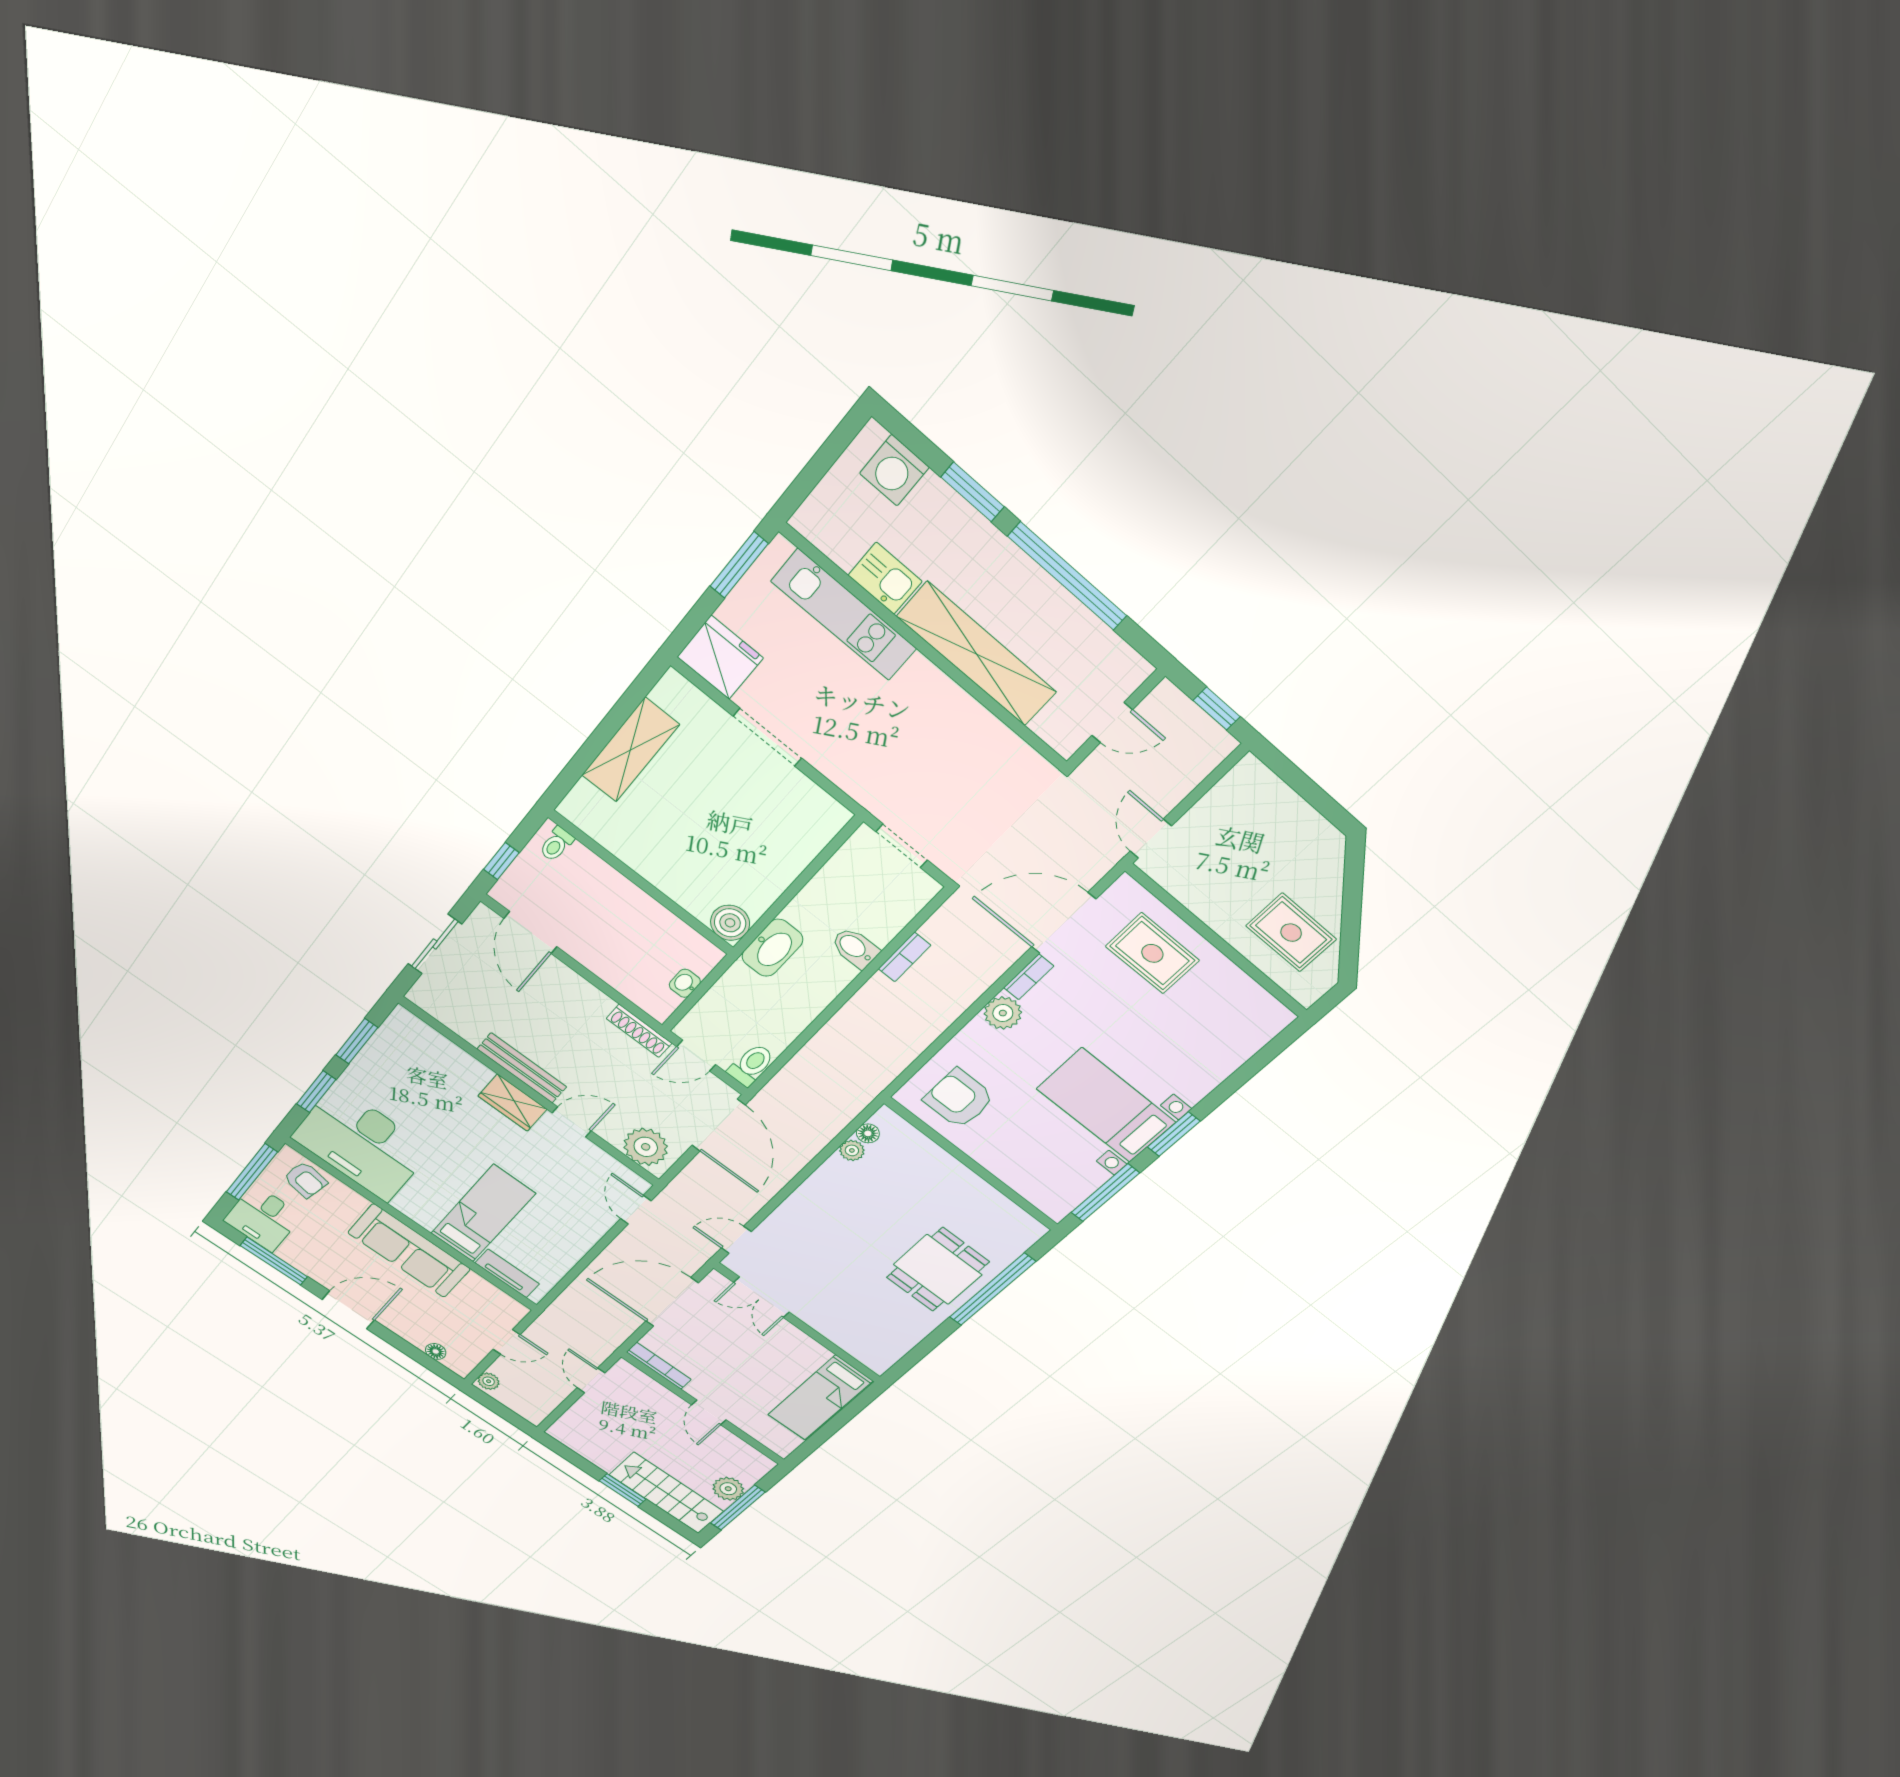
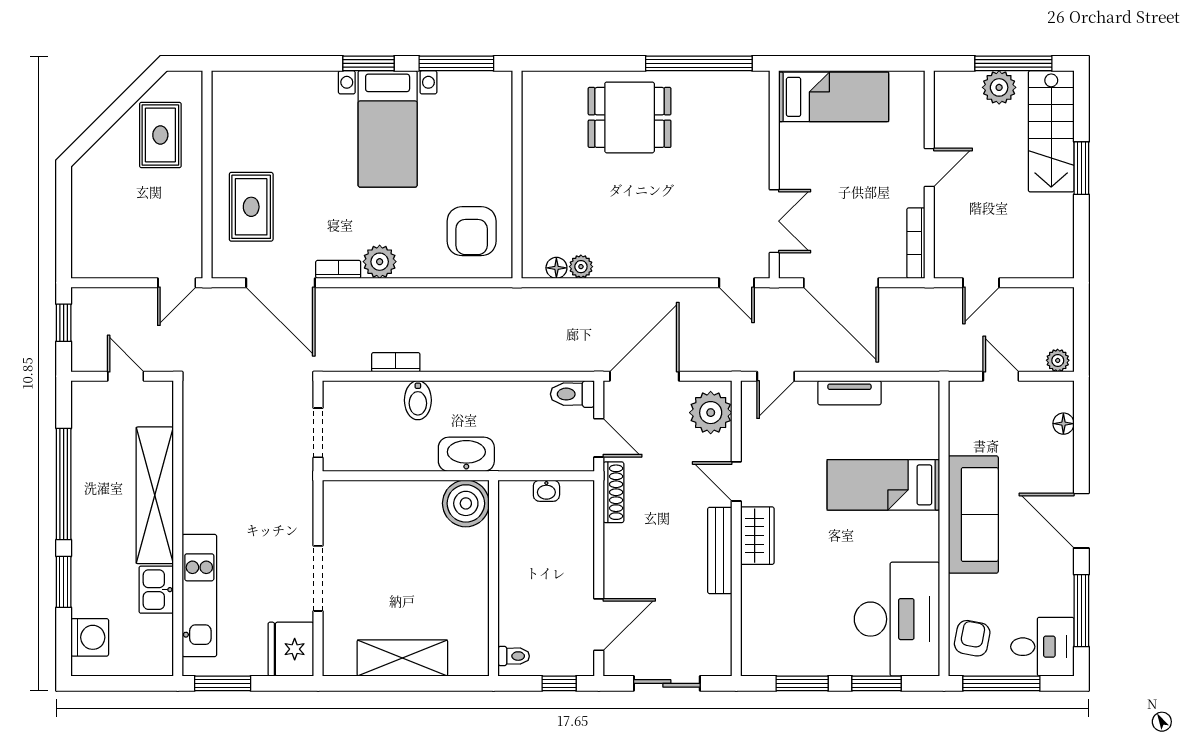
boiler: (730, 923) -> (466, 503), width x1.37, depth x1.37
tv unit: (507, 1273) -> (849, 393), moved, turned -90
window: (992, 1289) -> (699, 63), moved

